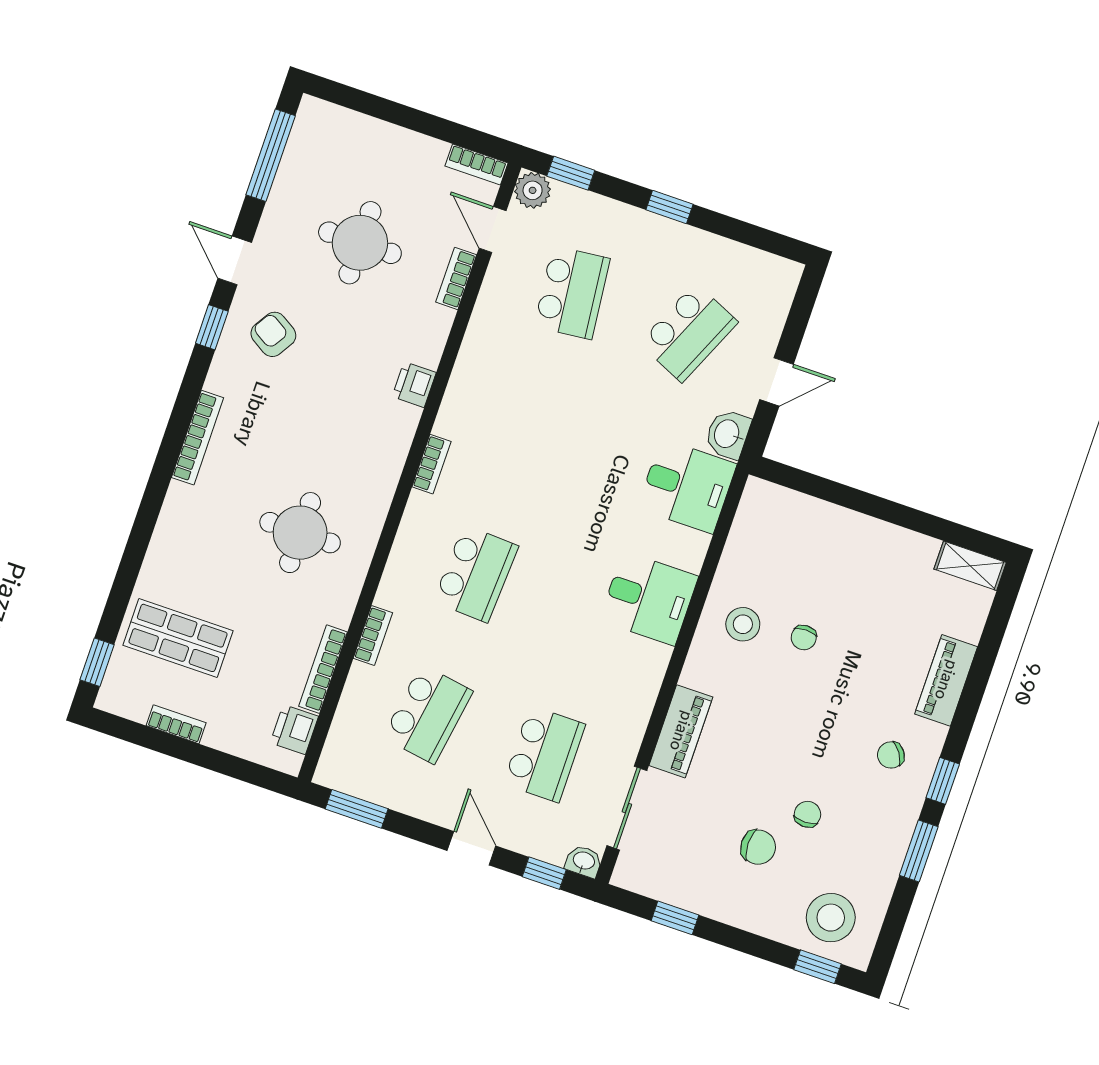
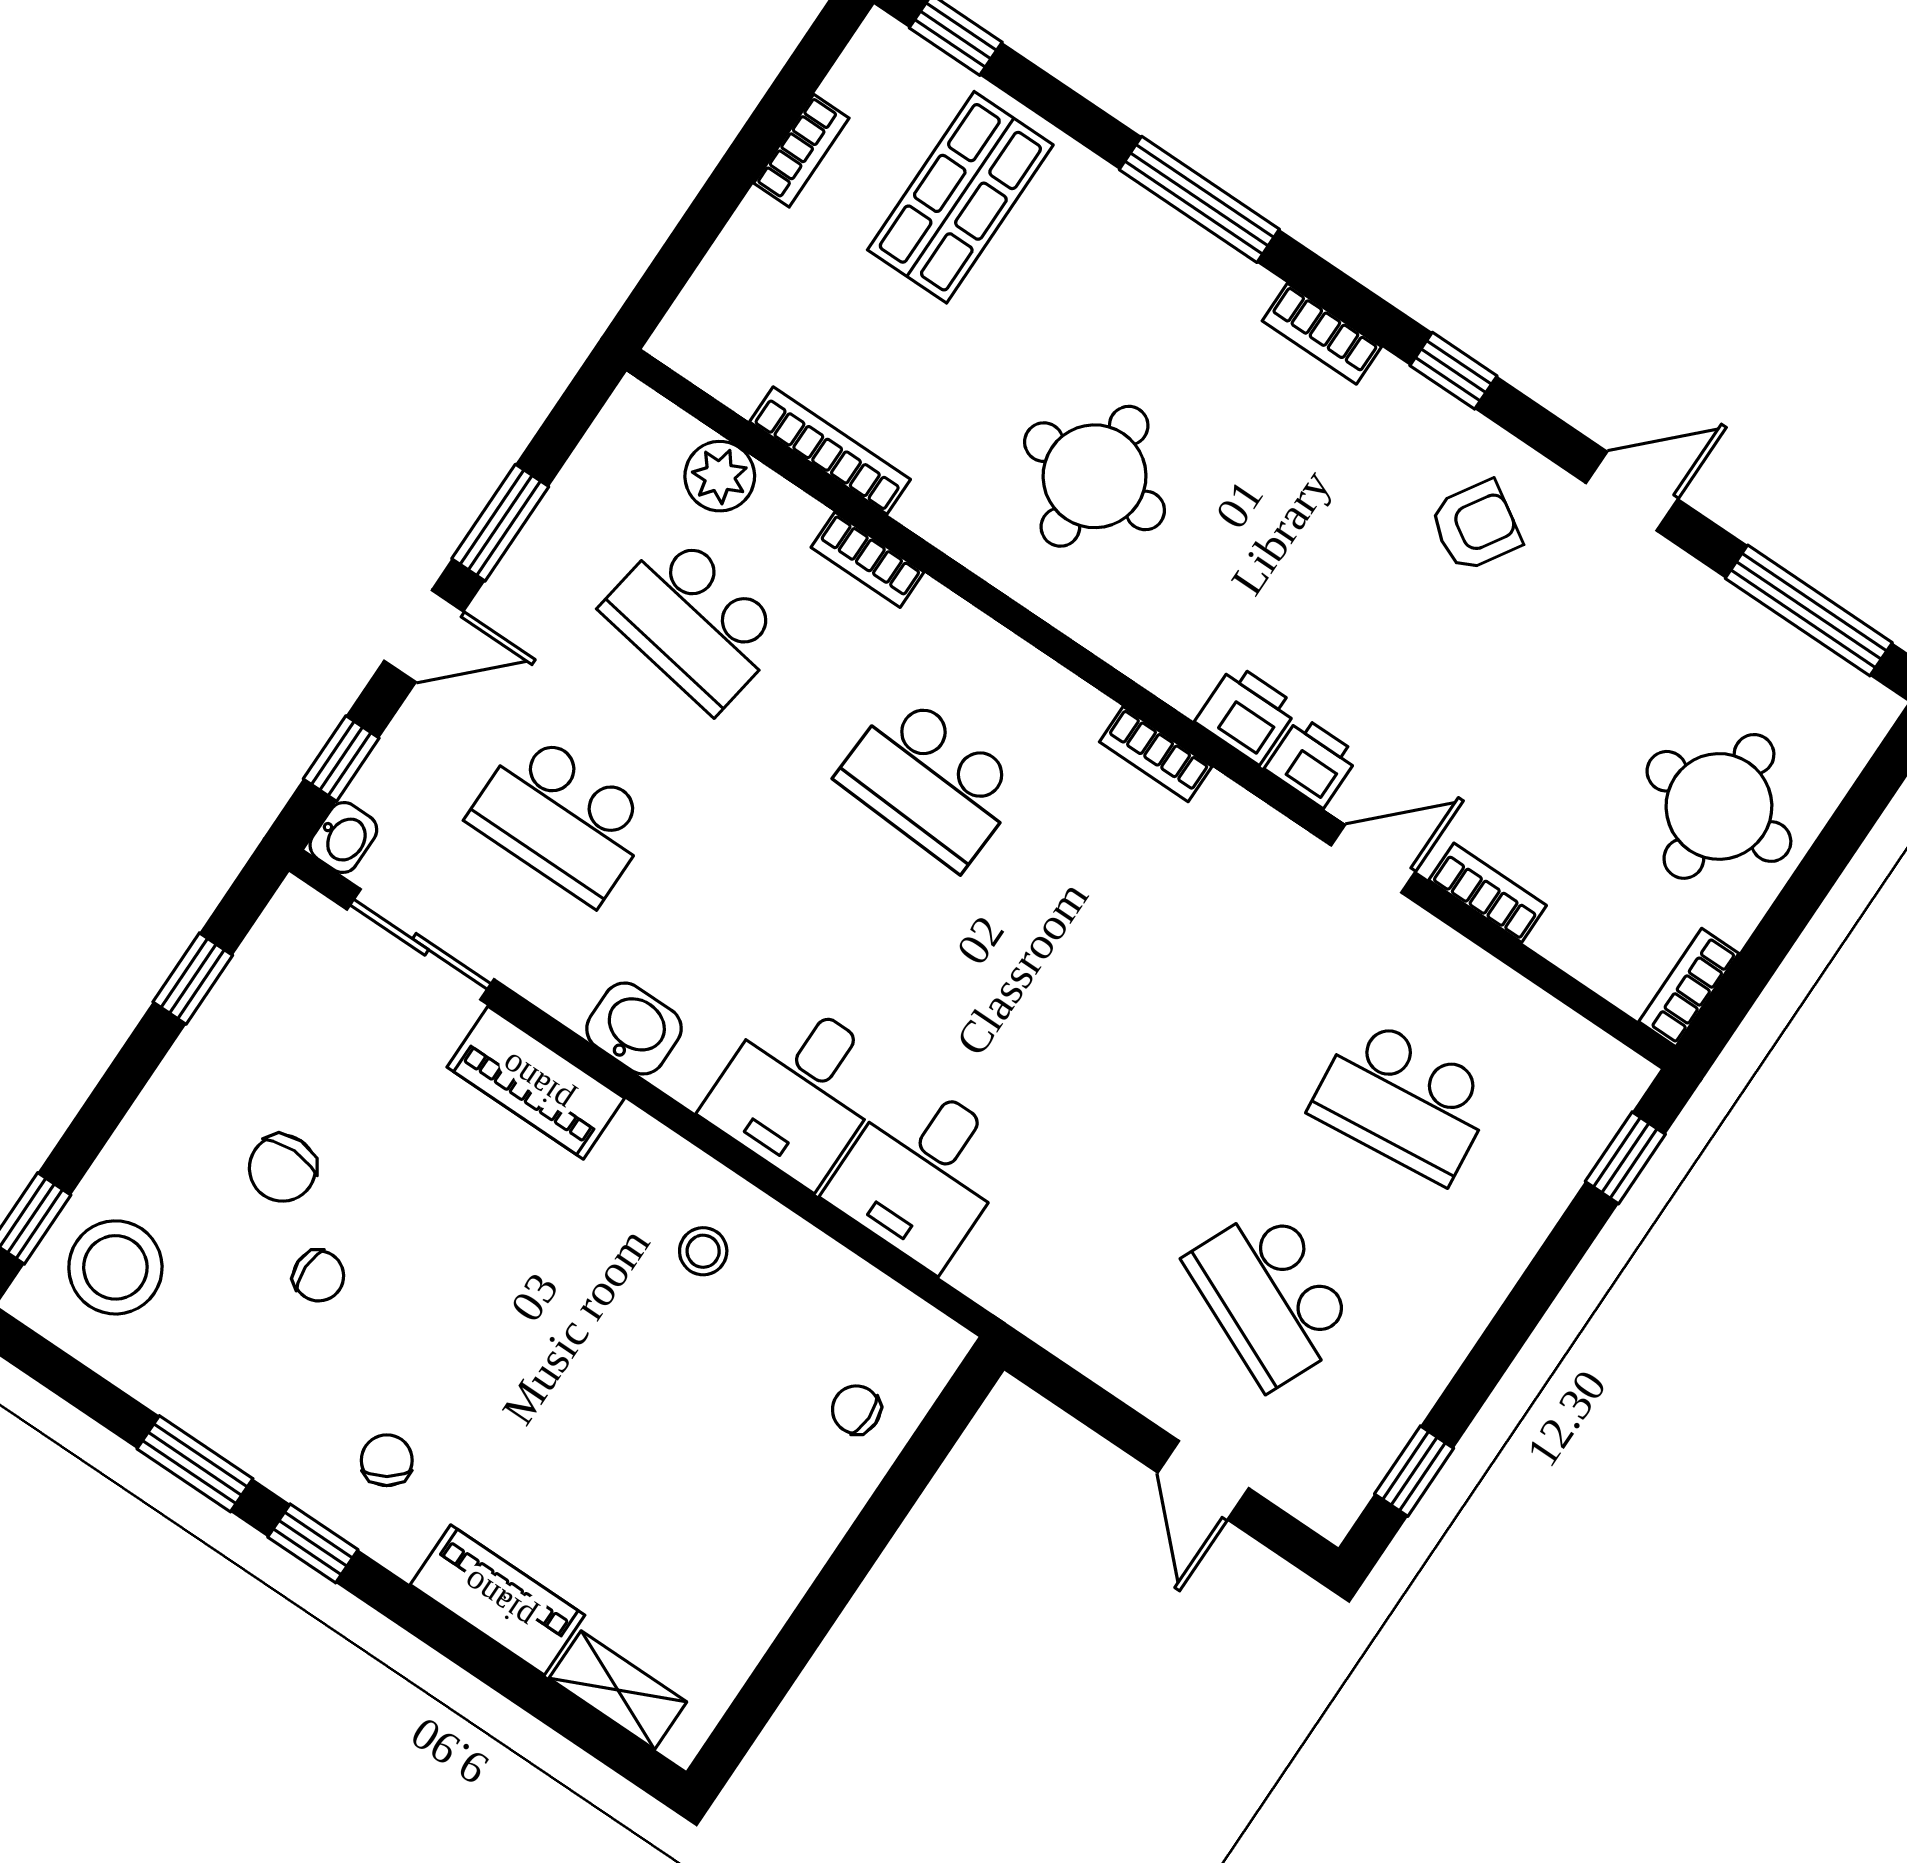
plant: (533, 190) -> (720, 476), moved
window: (669, 207) -> (1414, 1471), moved
door: (493, 229) -> (1373, 859), moved
round table: (360, 243) -> (1719, 806), moved
window: (212, 327) -> (1453, 371), moved
door: (777, 382) -> (1203, 1480), moved
washbasin: (728, 434) -> (634, 1029), moved
bookcase: (198, 438) -> (1322, 334), width x0.64
desk: (687, 486) -> (922, 1173), moved
window: (147, 517) -> (1199, 199), added
shelving: (970, 566) -> (618, 1690), moved, turned 90
stool: (743, 624) -> (703, 1251), width x0.73, depth x0.73
chair: (804, 638) -> (856, 1410), moved
printer: (294, 730) -> (1247, 714), moved
window: (357, 809) -> (500, 523), moved

